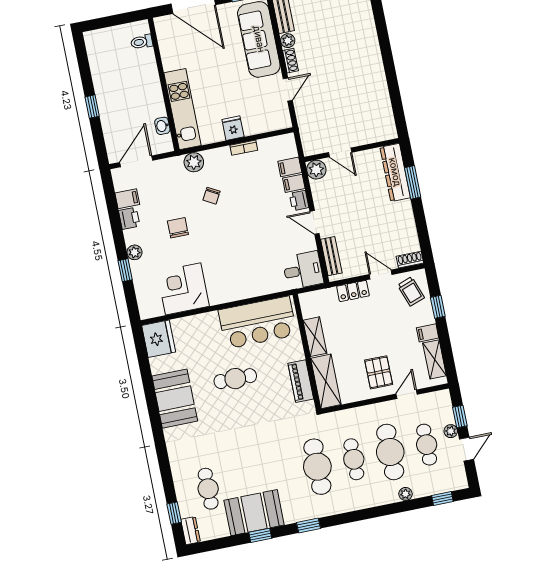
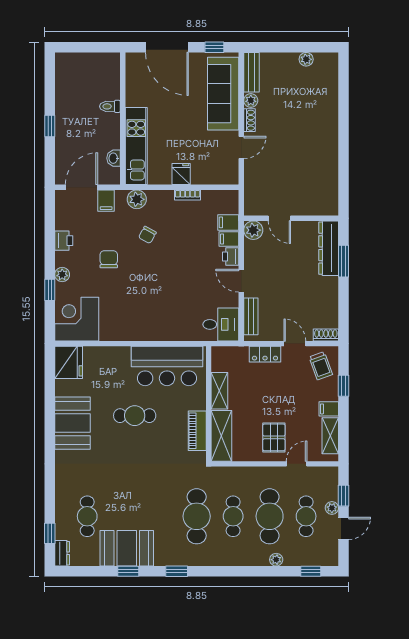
toilet: (142, 42) -> (110, 106), moved
filing cabinet: (127, 199) -> (106, 201), moved, turned 90
corner desk: (183, 289) -> (77, 319), moved

